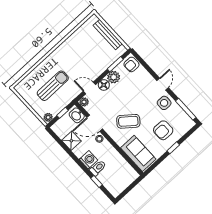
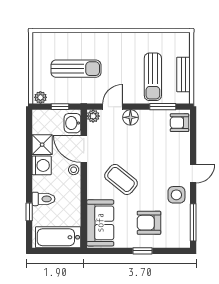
bench: (108, 35) -> (183, 74), width x0.73
sun lounger: (96, 53) -> (153, 77), added
plant: (114, 77) -> (148, 119), removed
door: (89, 88) -> (112, 107), hinge flipped
washing machine: (88, 160) -> (42, 165), moved
bathtub: (123, 181) -> (58, 237), added

